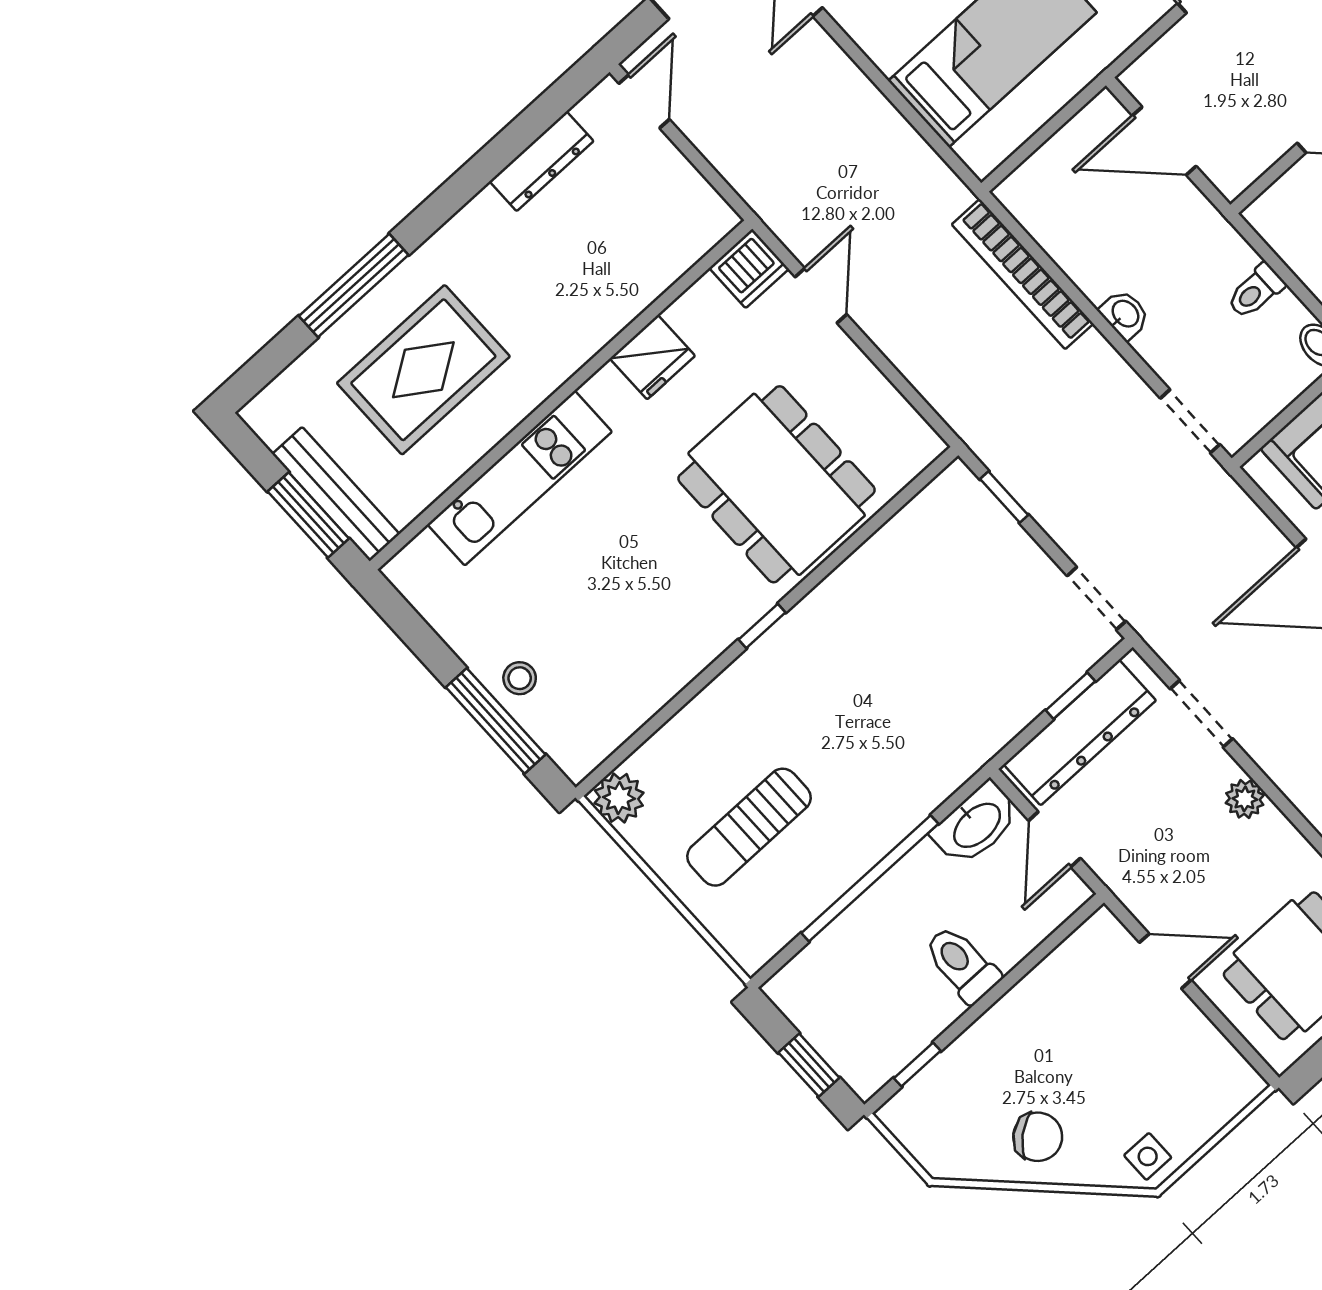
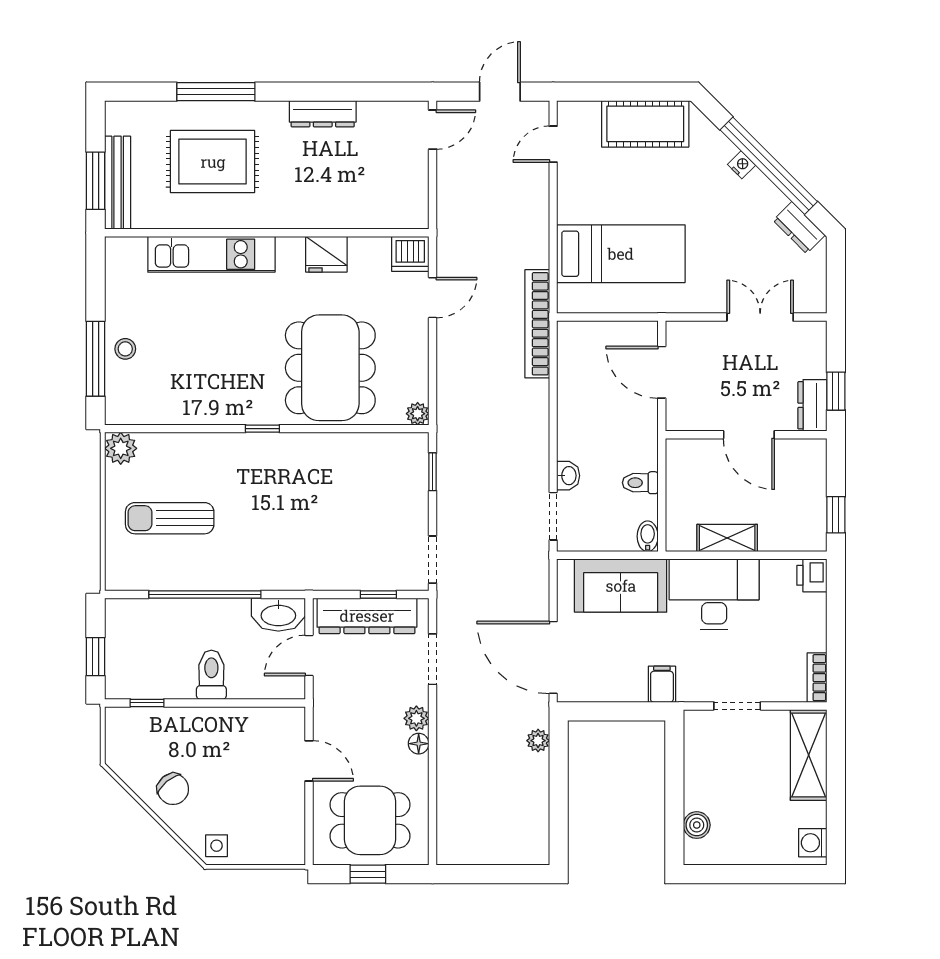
dresser: (541, 161) -> (323, 114), moved
bookcase: (1022, 274) -> (537, 324), moved
washbasin: (1125, 314) -> (568, 476), moved
plant: (926, 446) -> (418, 414), added
floor lamp: (1274, 826) -> (419, 744), added

